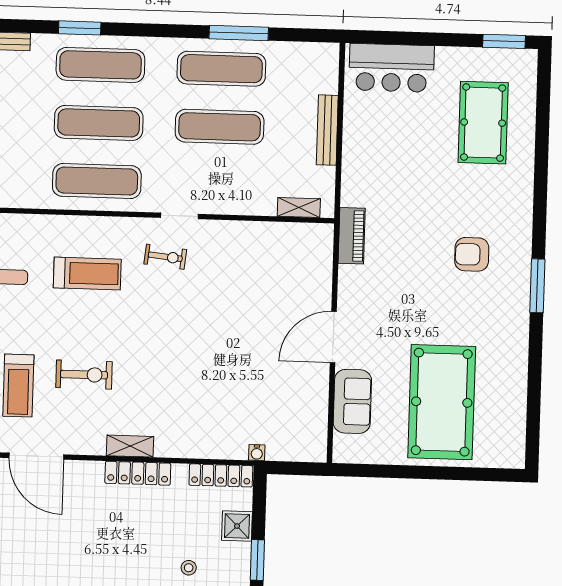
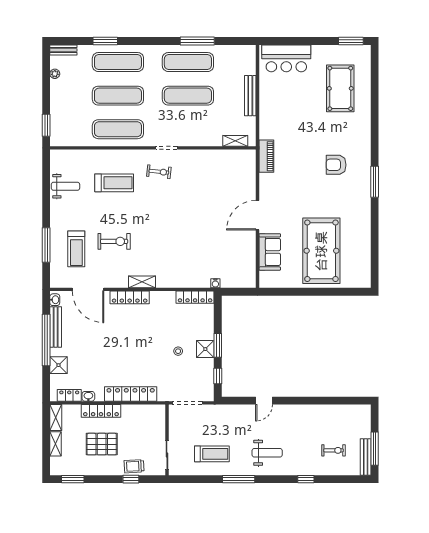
locker: (138, 473) -> (130, 297), moved
shower: (237, 526) -> (205, 349), moved

